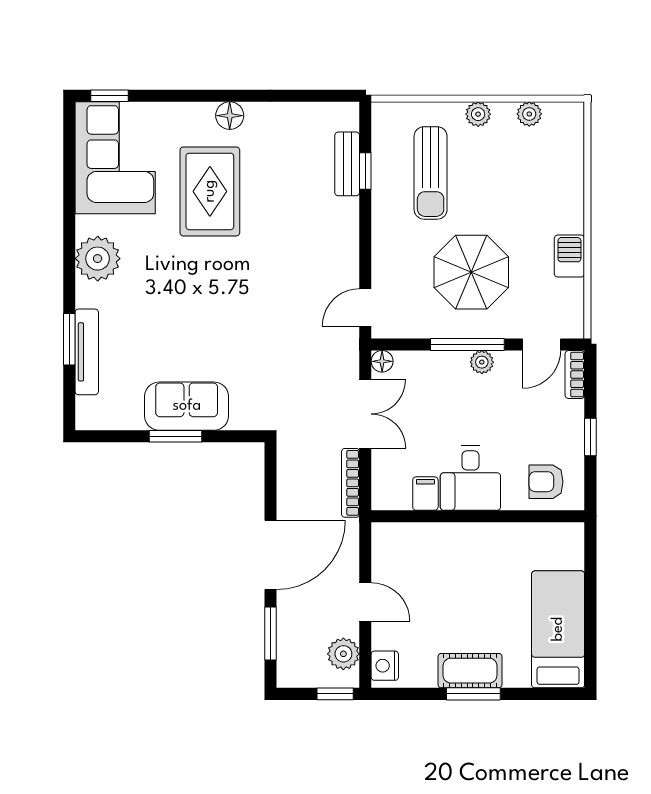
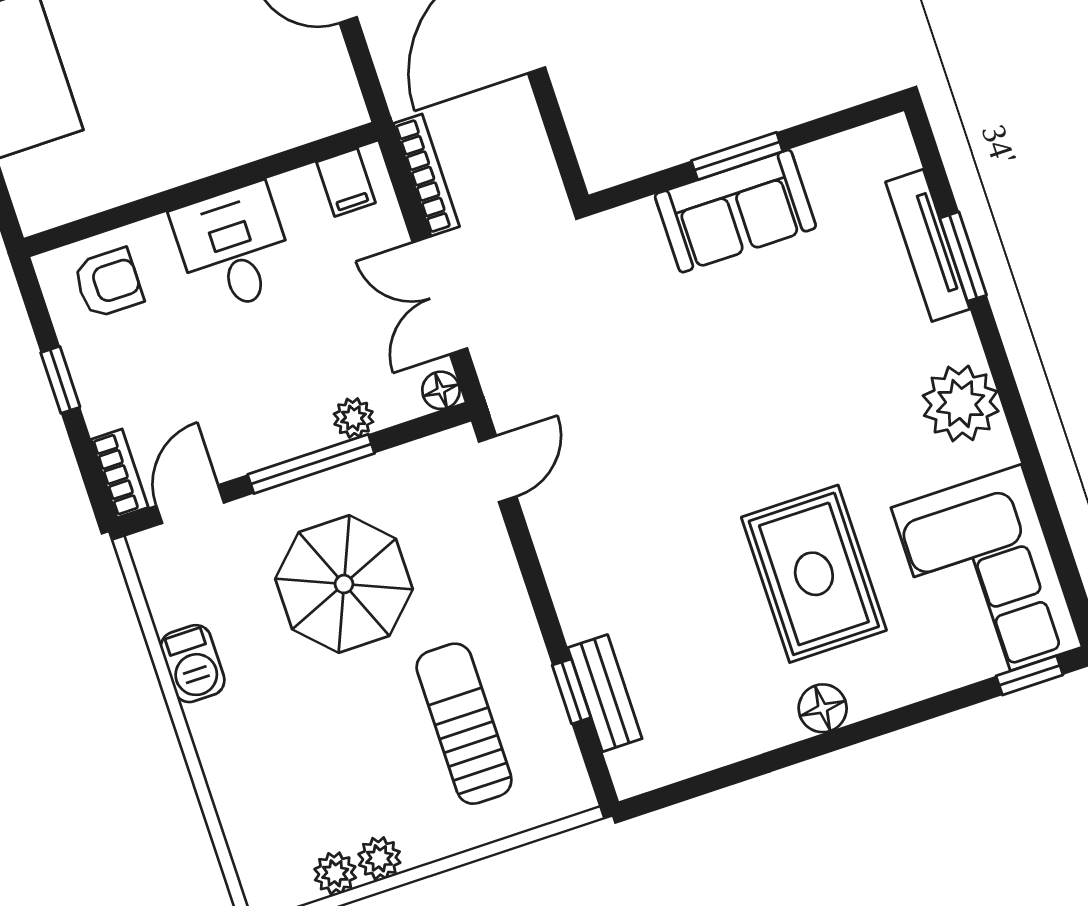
plant: (478, 114) -> (379, 858), moved
plant: (482, 362) -> (353, 418), moved
filing cabinet: (425, 494) -> (346, 182), moved

